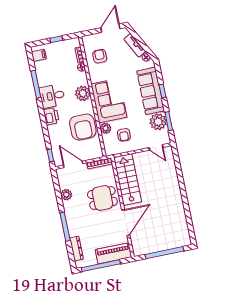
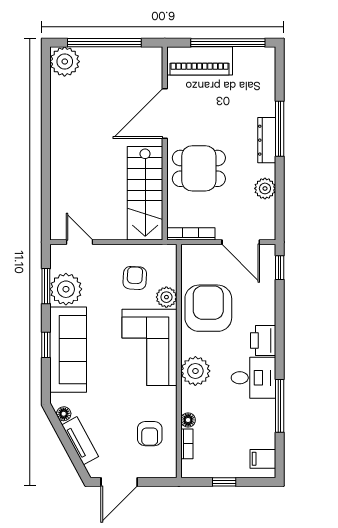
plant: (183, 239) -> (65, 62), added
dresser: (76, 249) -> (267, 140), moved

